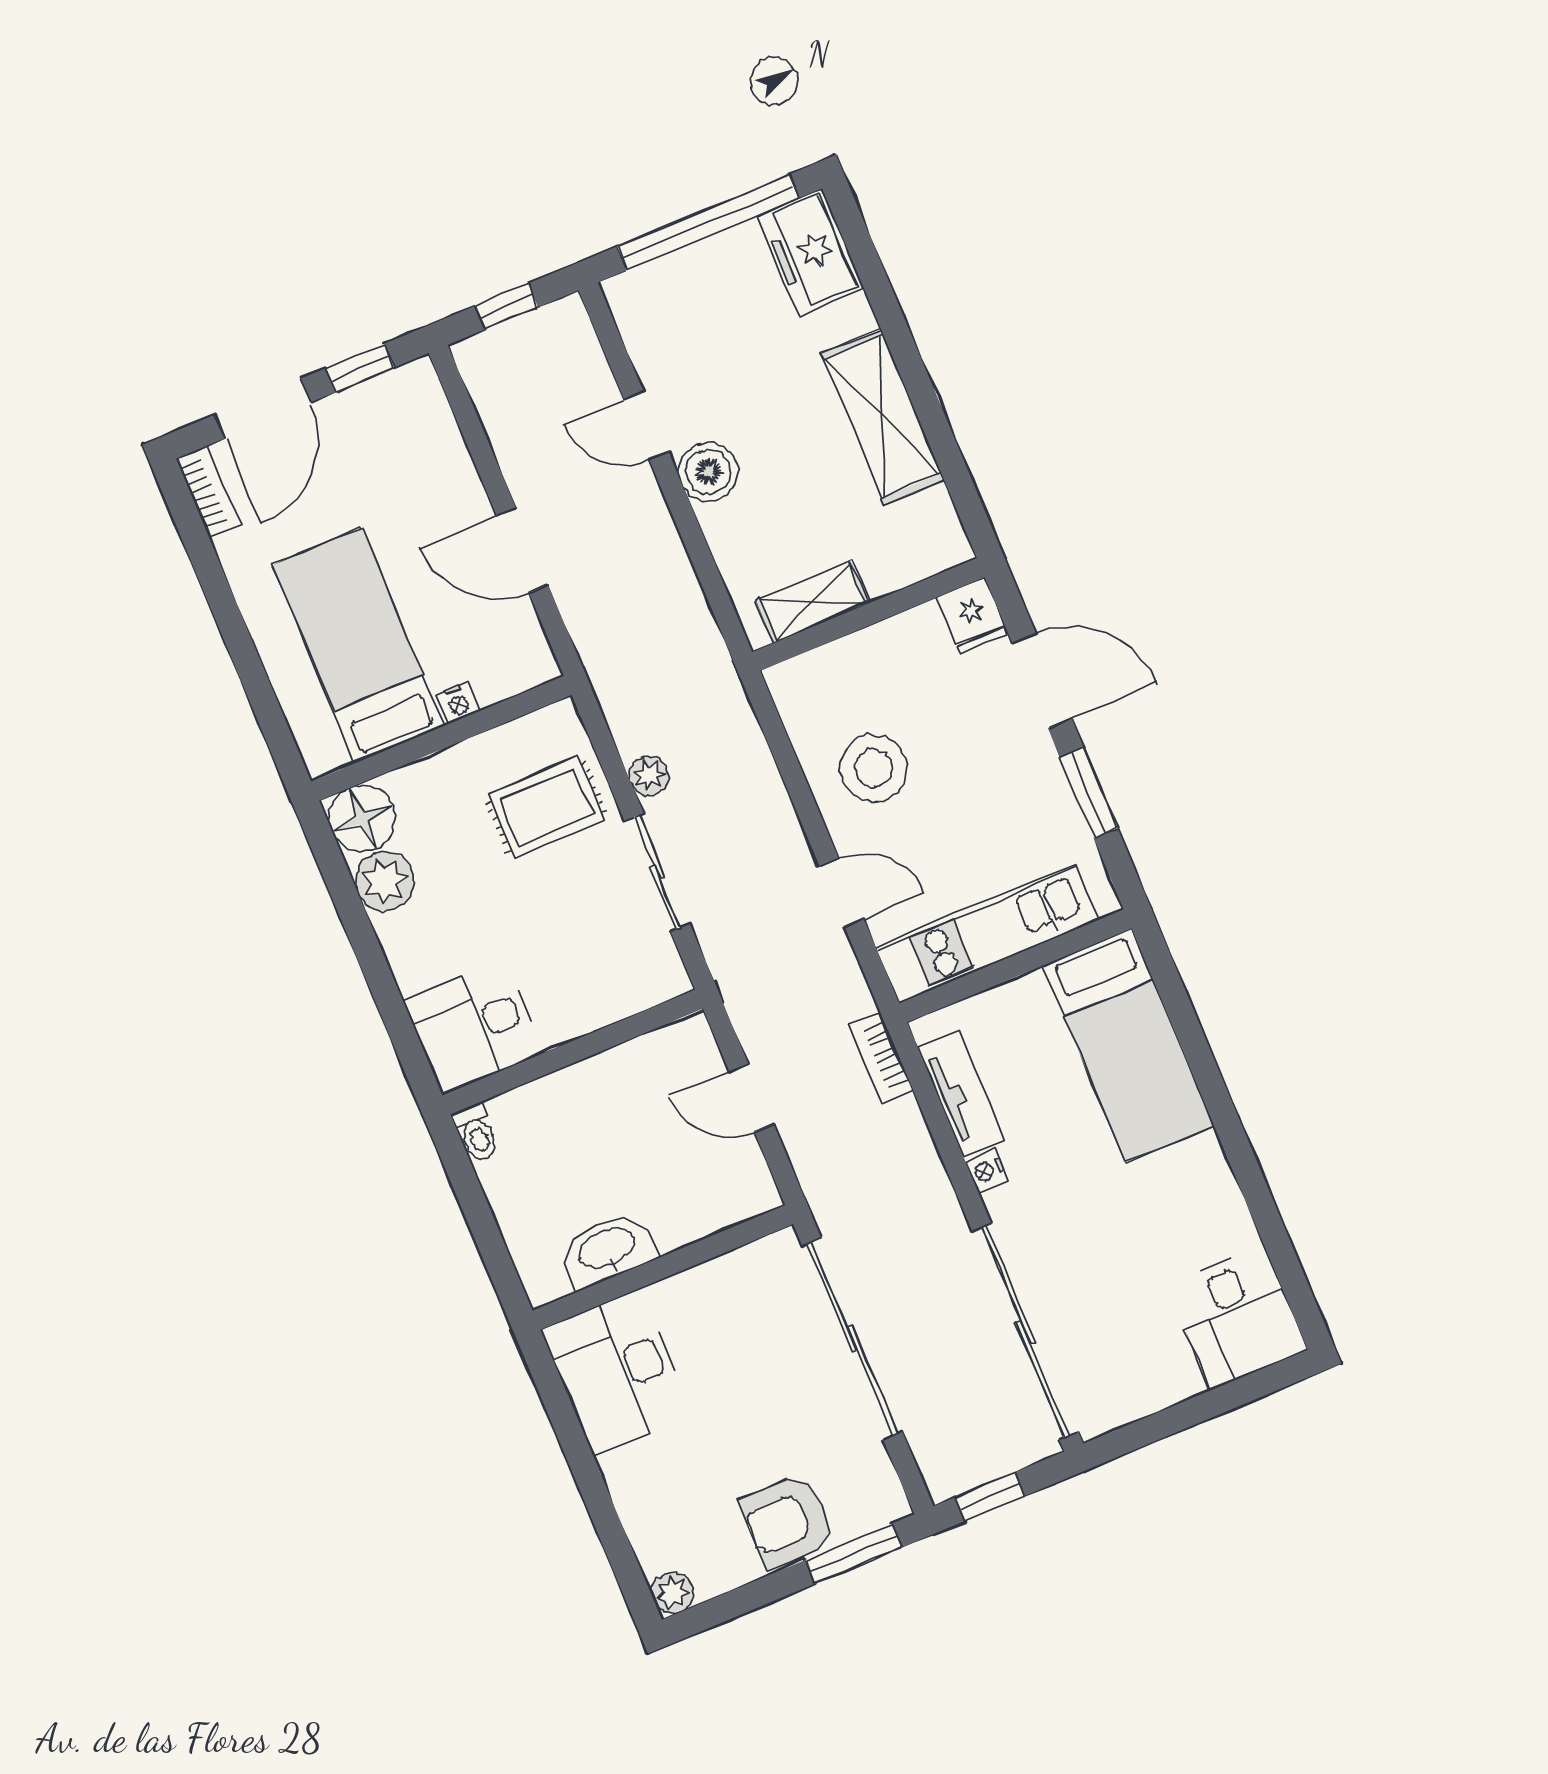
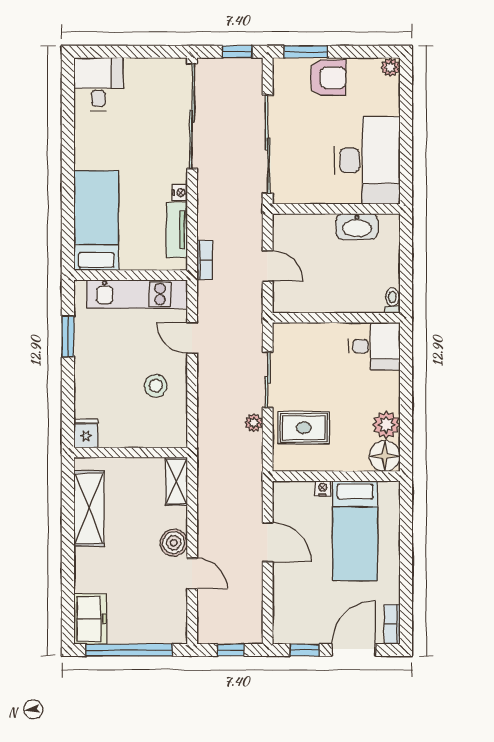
shelving: (882, 417) -> (89, 509), moved
shelving: (813, 602) -> (176, 481), moved, turned 90
door: (1042, 681) -> (68, 393), removed
stool: (874, 768) -> (156, 386), width x0.73, depth x0.73
desk: (617, 1372) -> (367, 160), width x1.36, depth x1.30

